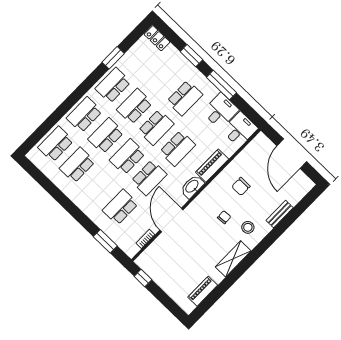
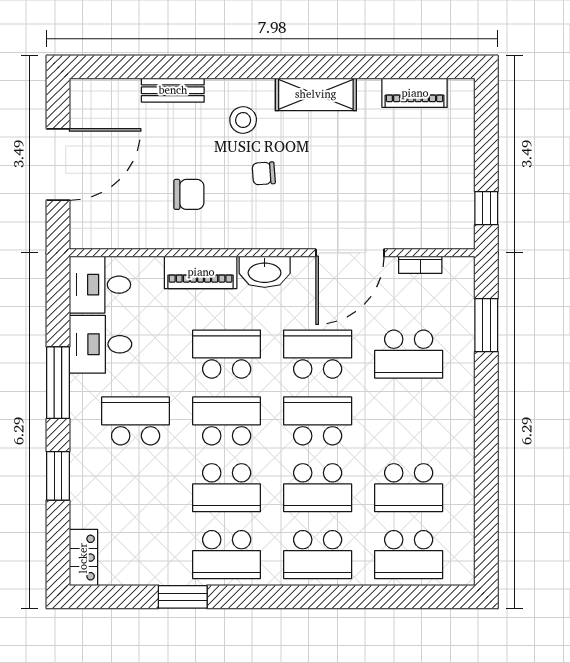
school desk: (127, 157) -> (318, 421), turned 180

